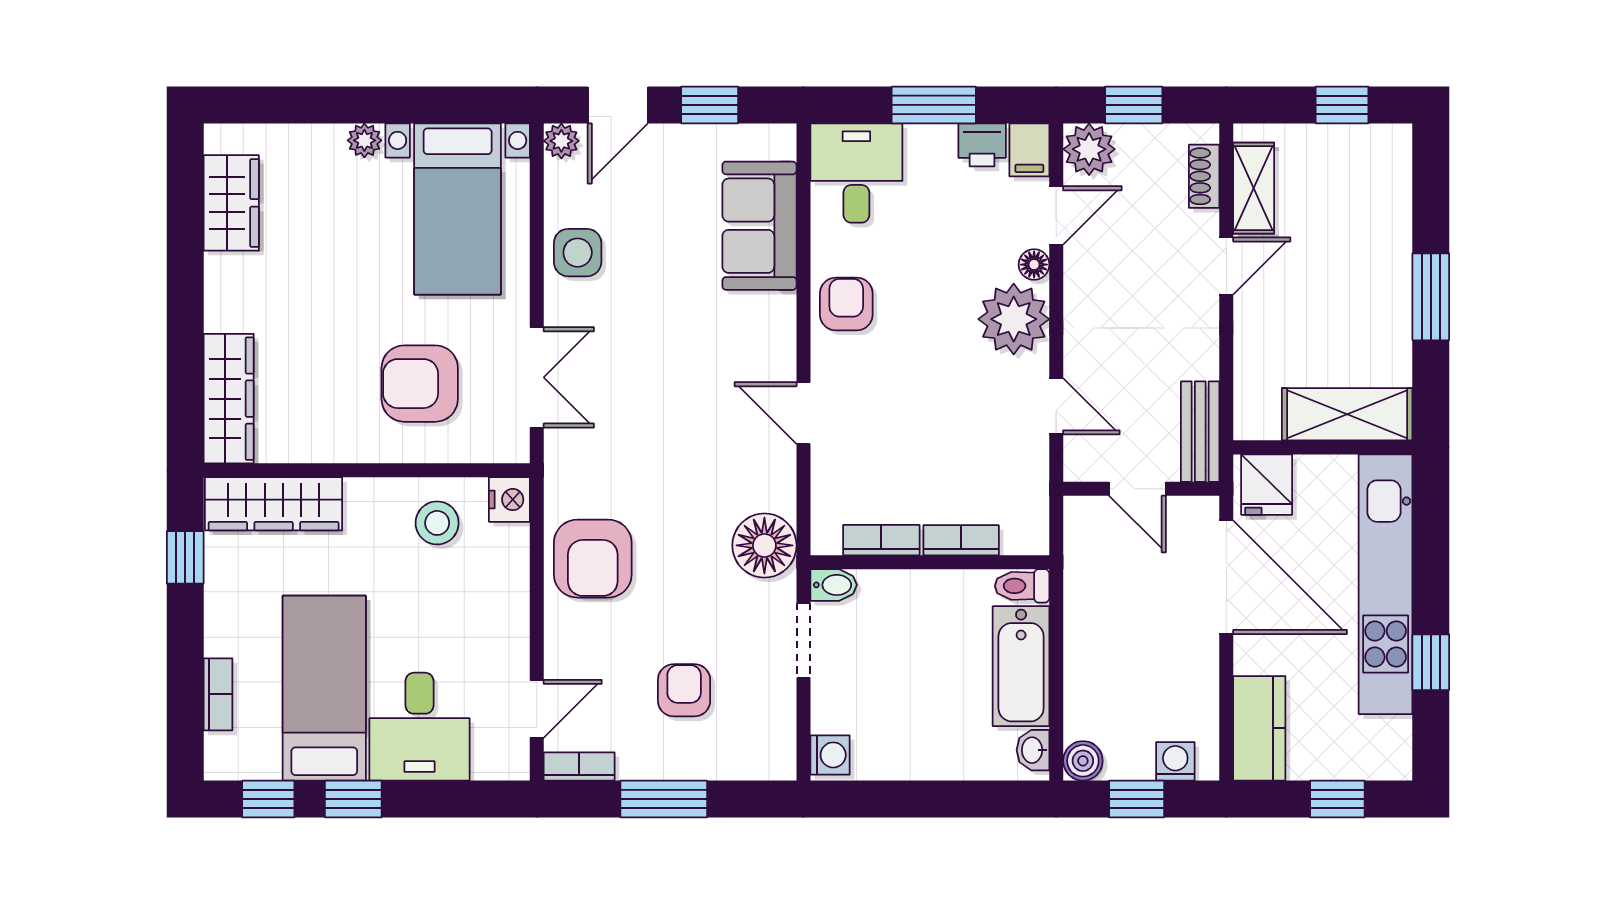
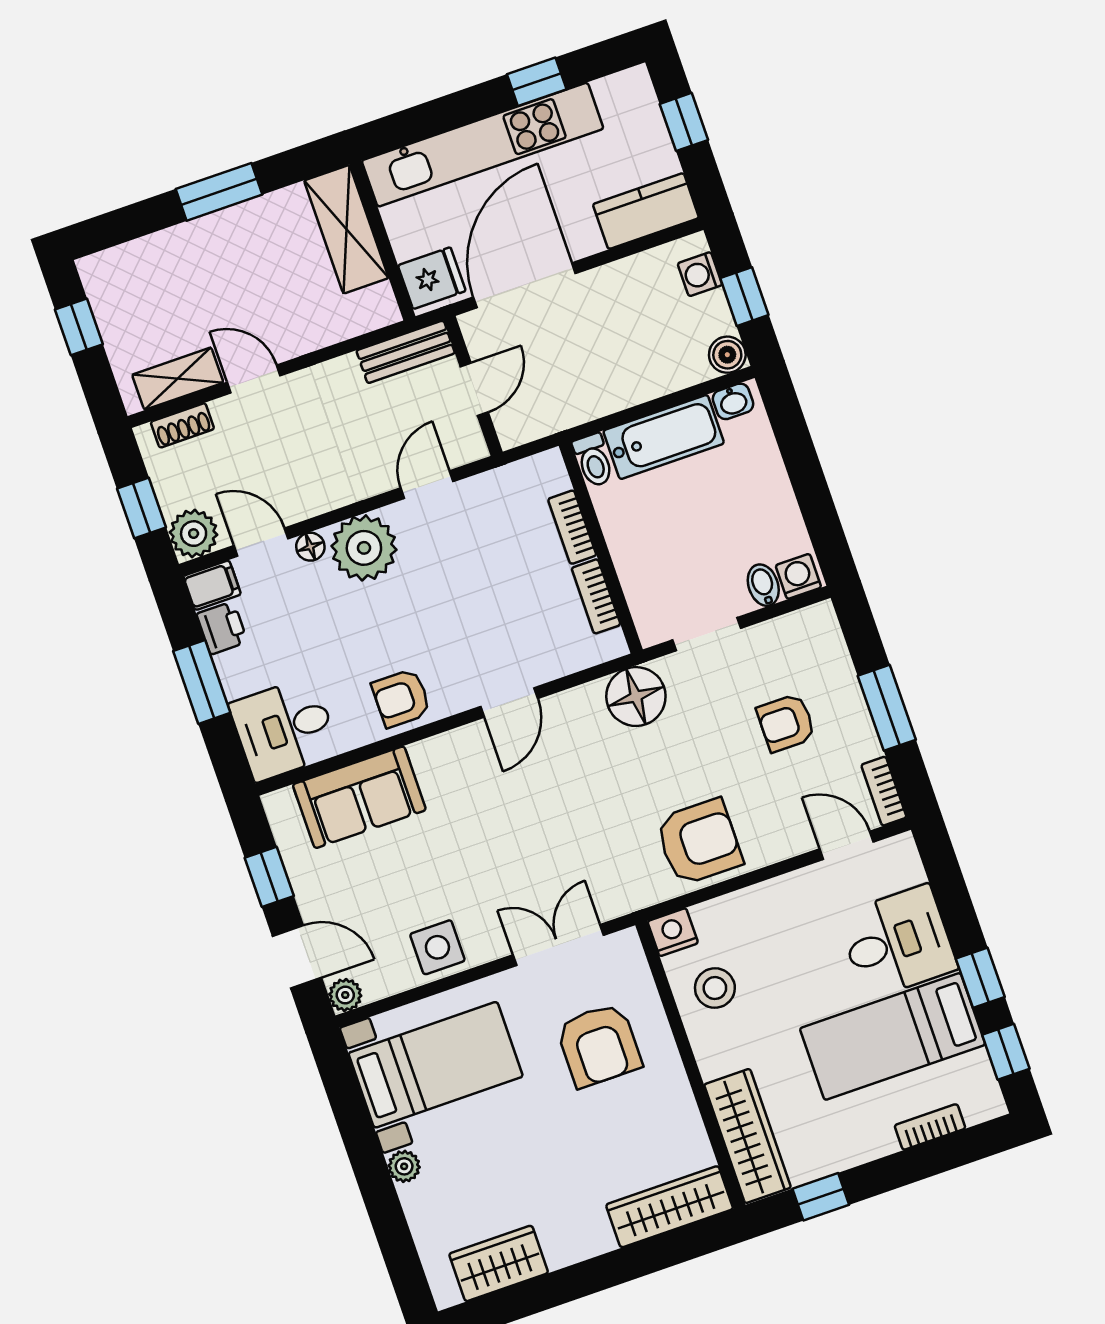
bidet: (834, 585) -> (763, 585), moved

